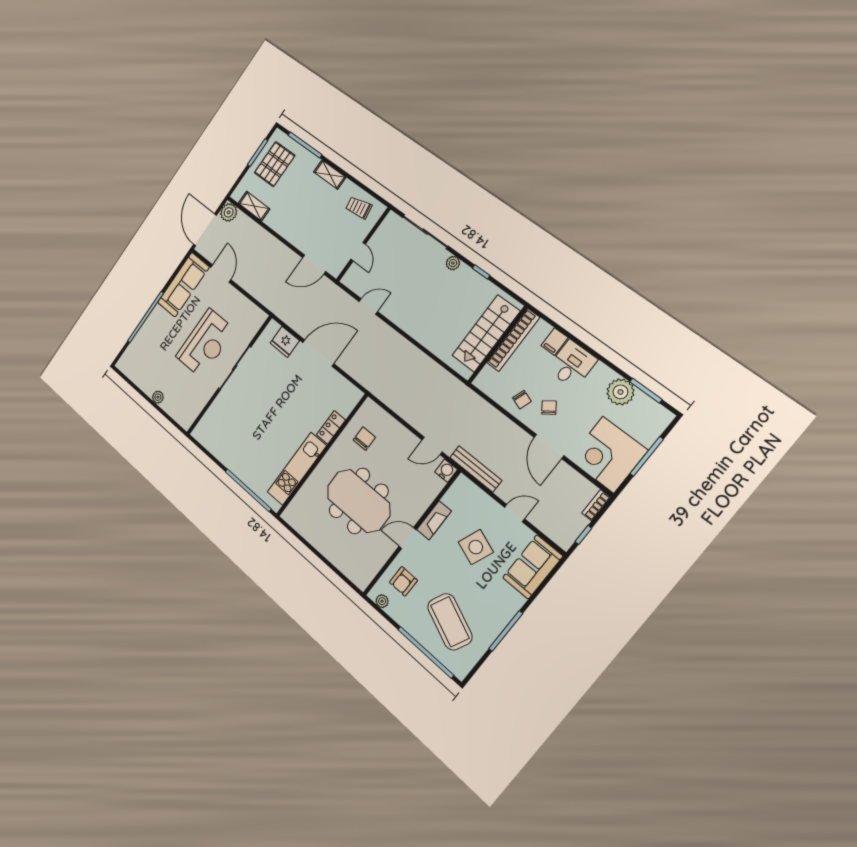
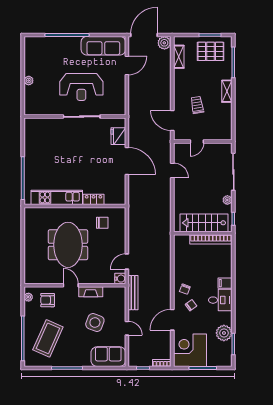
trolley: (359, 208) -> (197, 105), moved
stairs: (486, 333) -> (204, 223), moved
bookcase: (513, 340) -> (211, 239), moved
wall: (498, 345) -> (203, 233), moved
door: (432, 446) -> (127, 262), hinge flipped

